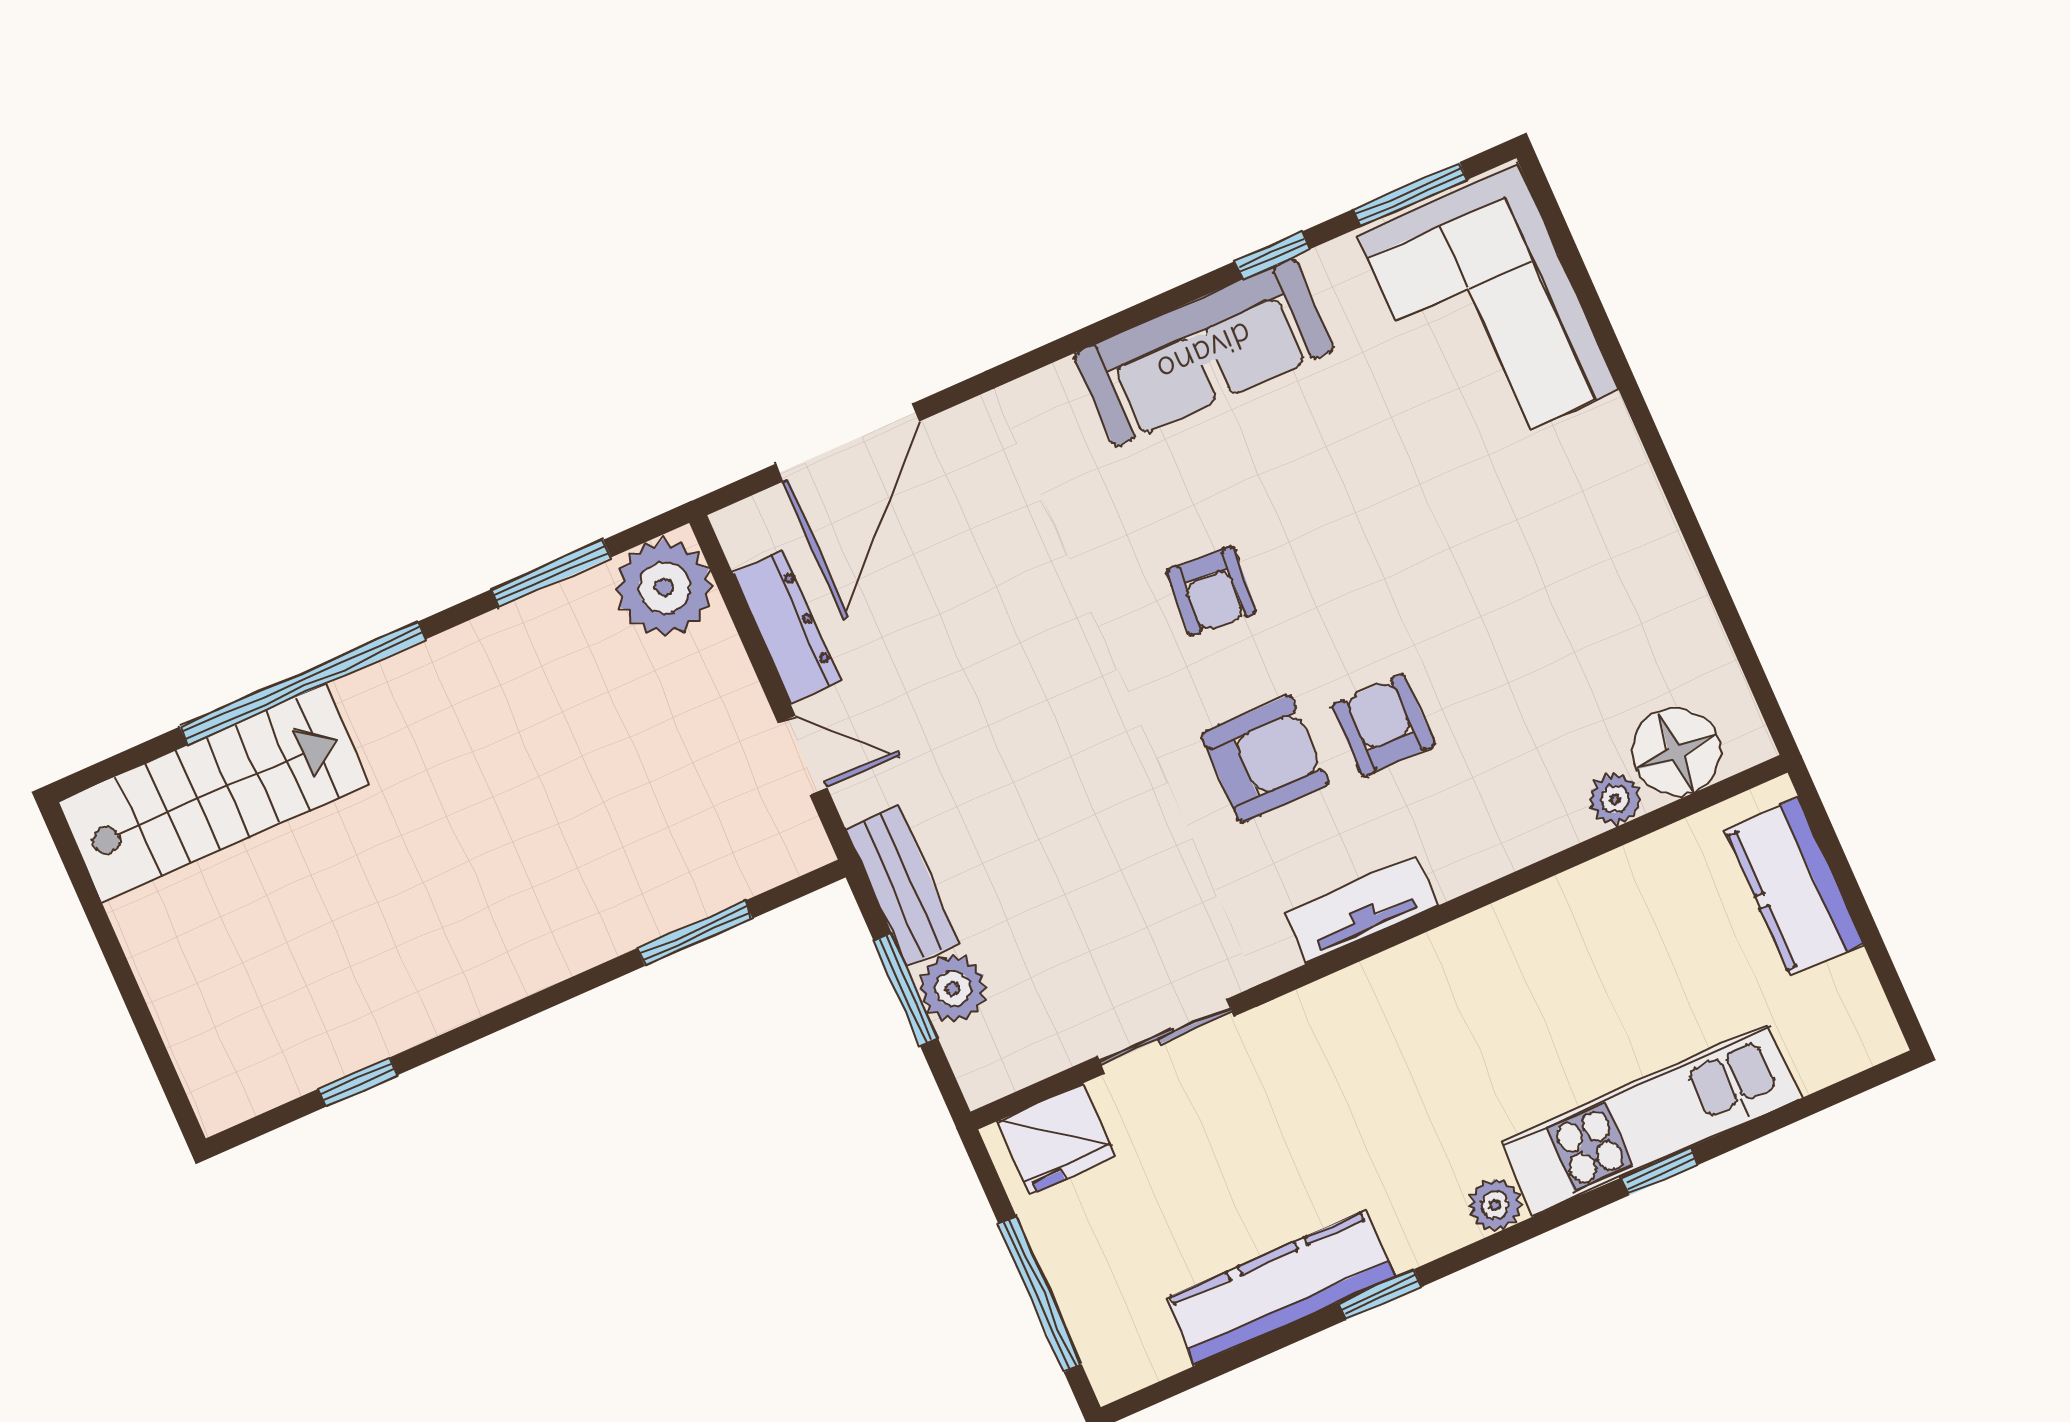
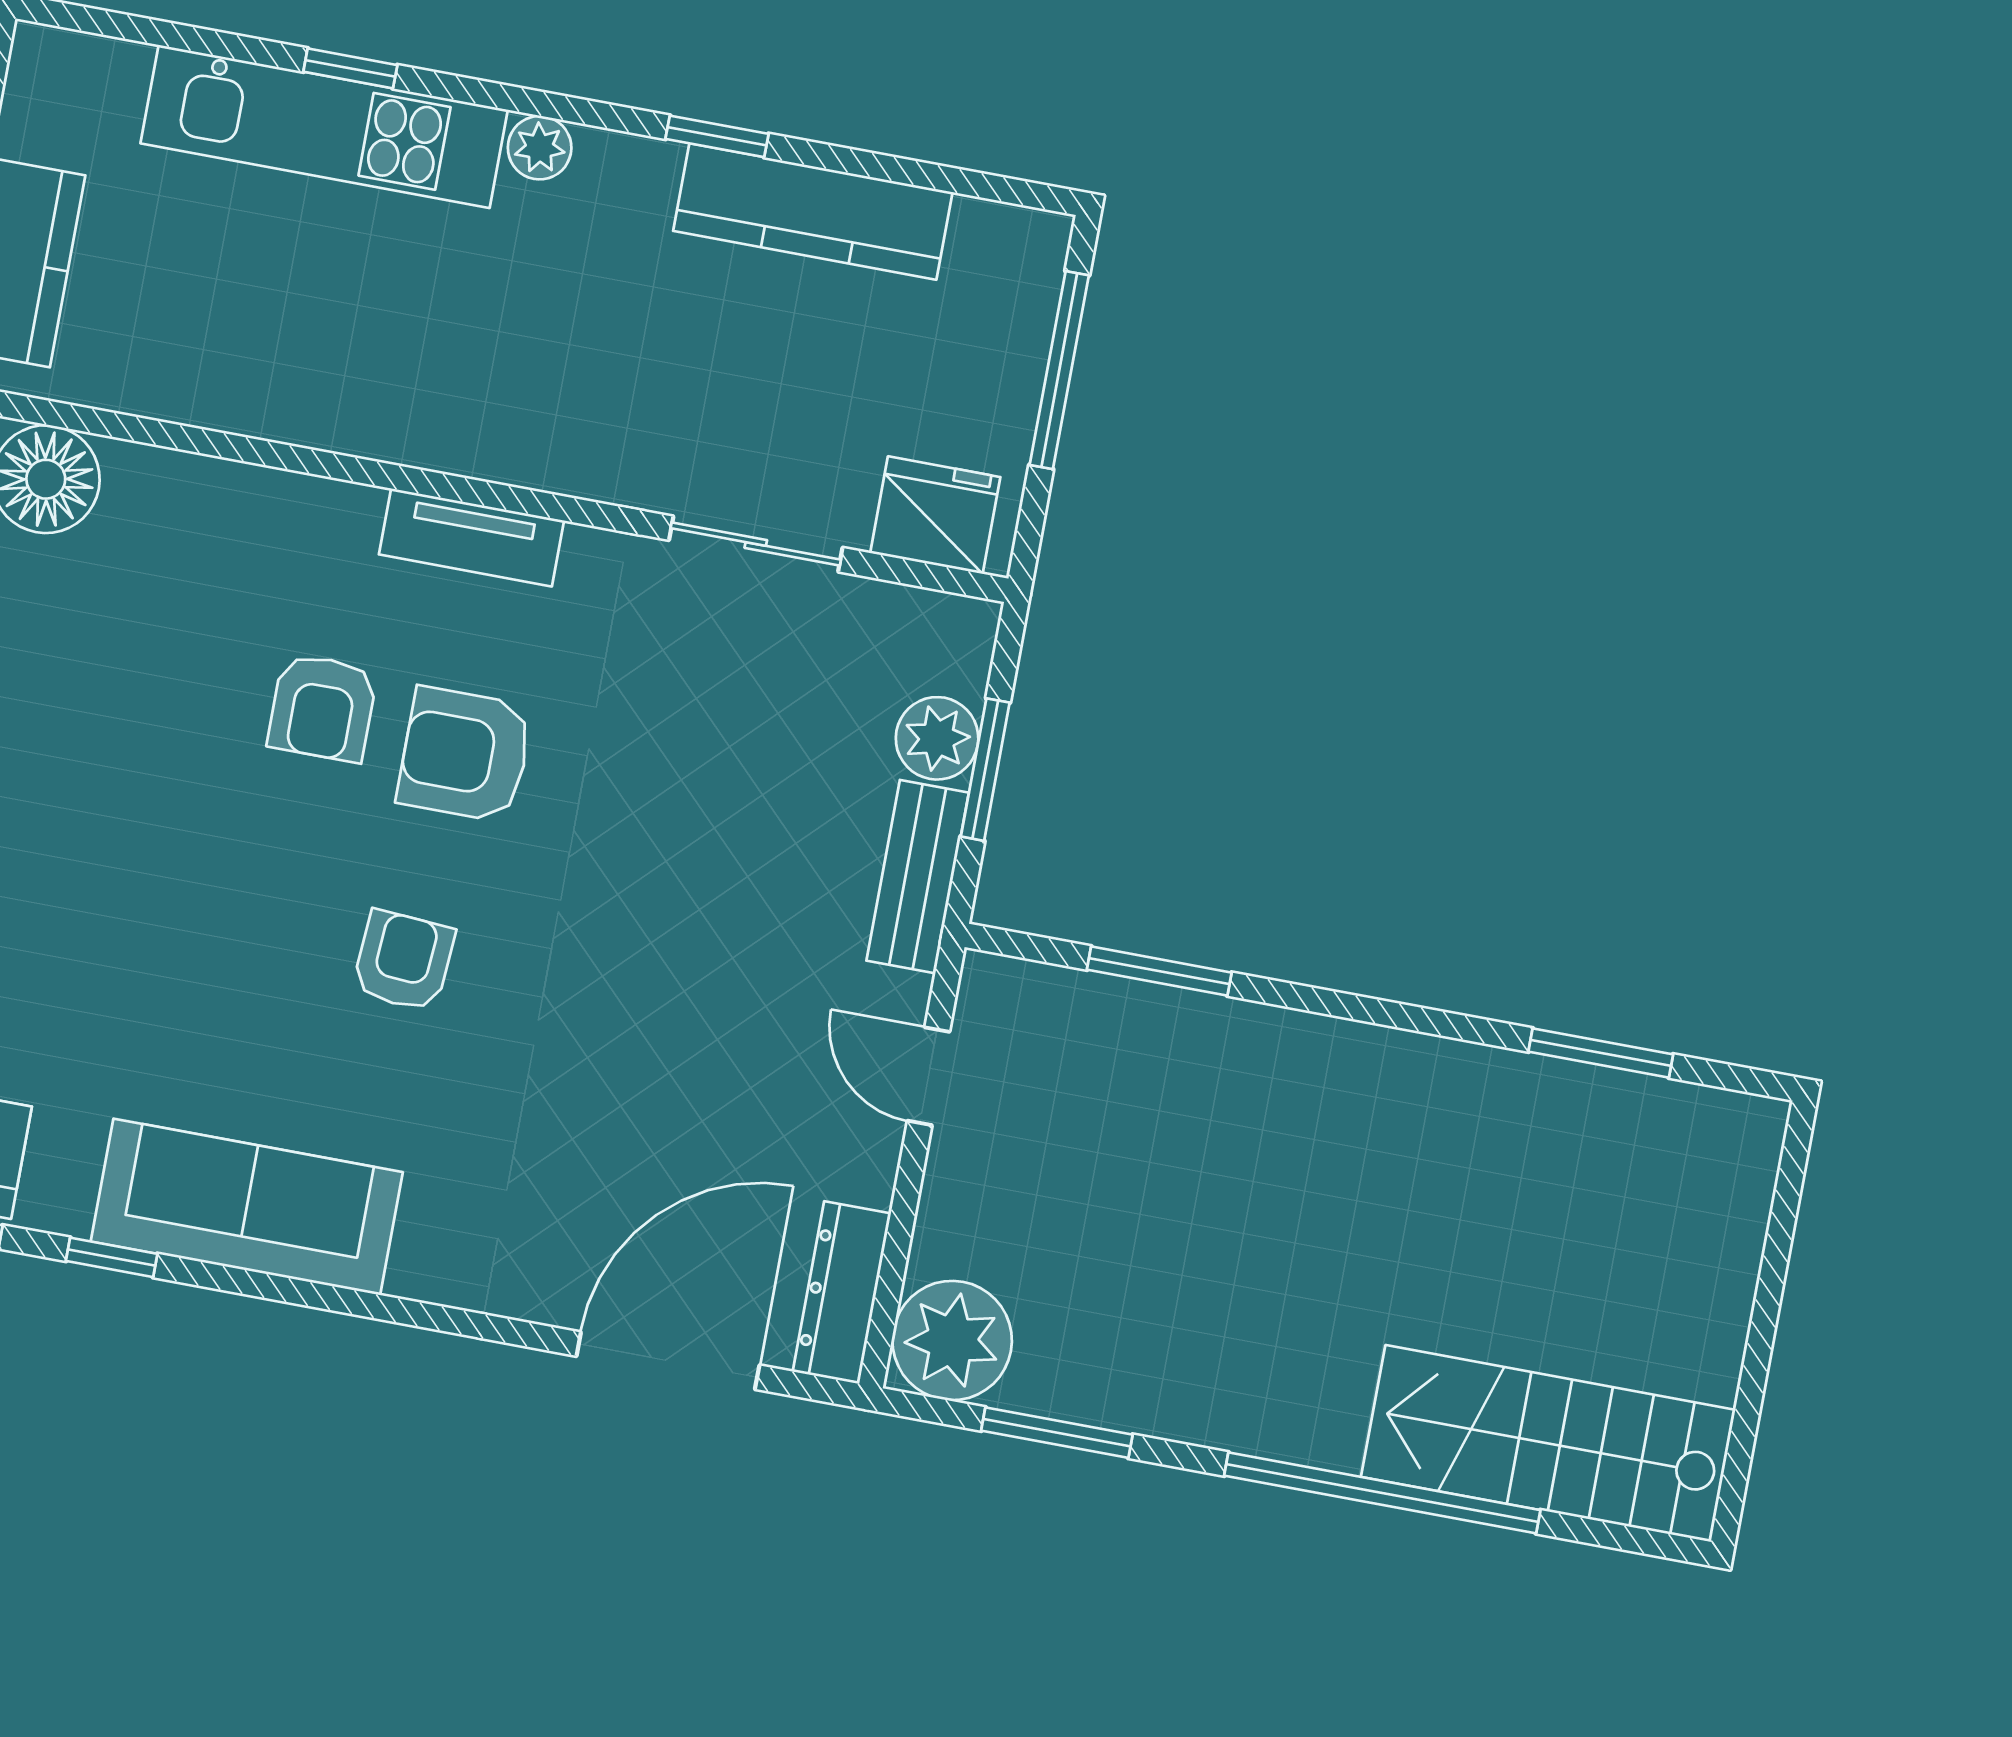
dresser: (787, 627) -> (842, 1293), moved
plant: (1615, 799) -> (140, 474), removed
window: (358, 1082) -> (1601, 1053), width x1.50

